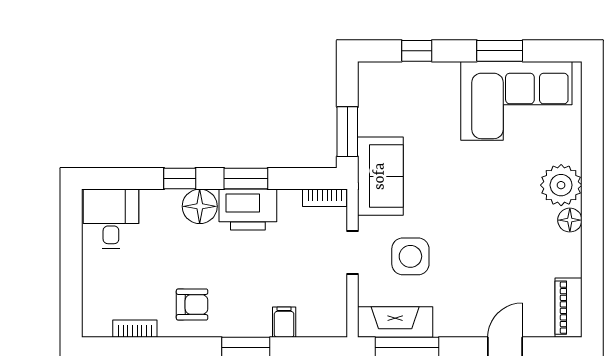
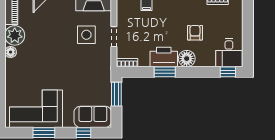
sofa: (380, 176) -> (93, 117), moved, turned 90
window: (180, 179) -> (228, 72), moved
plant: (561, 185) -> (15, 35), moved
armchair: (192, 304) -> (195, 33), moved, turned 90

